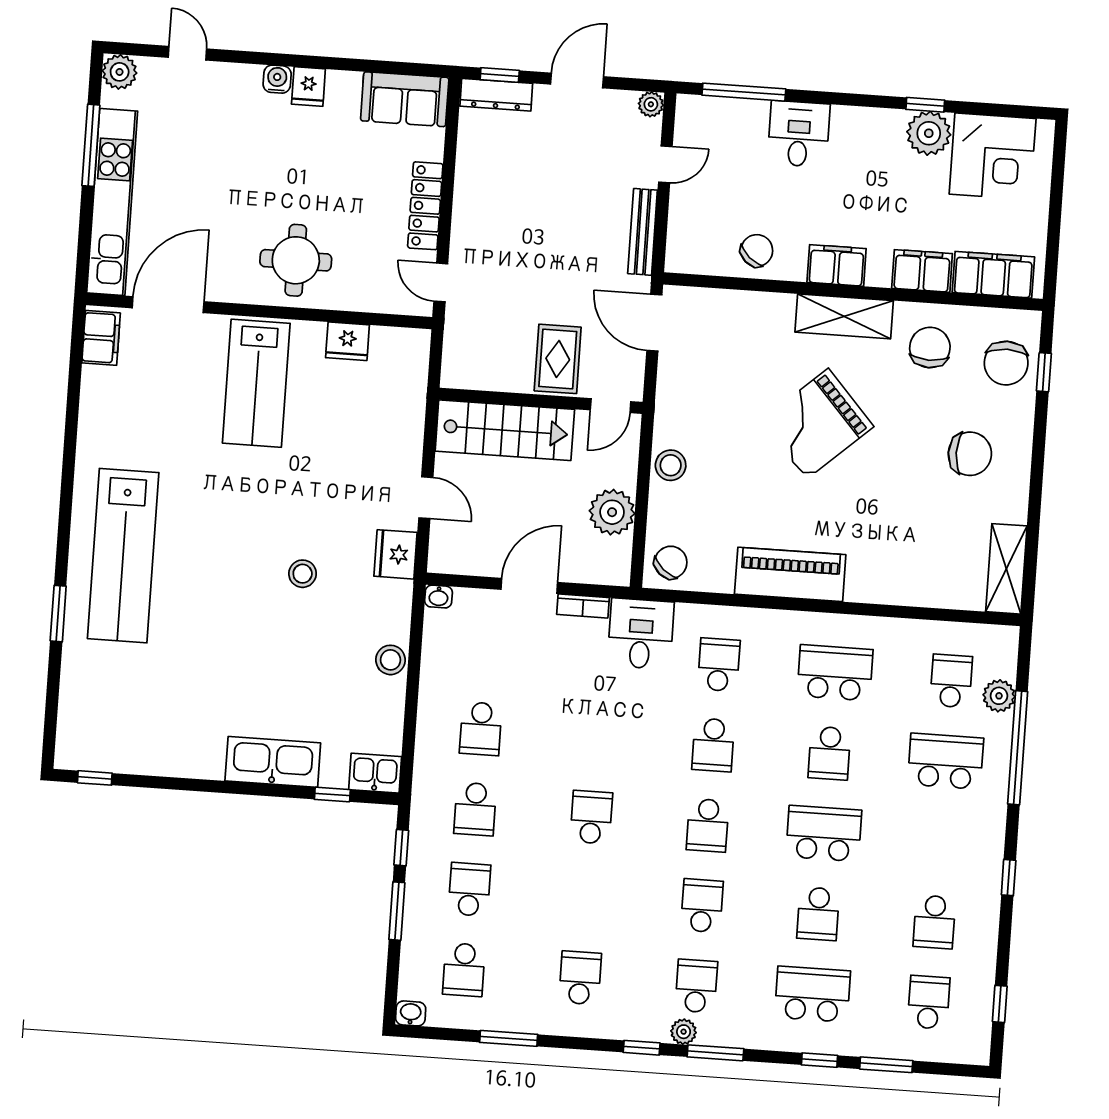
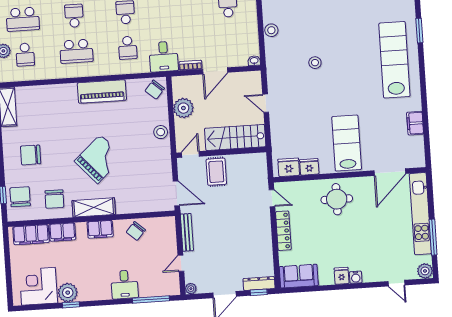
filing cabinet: (101, 338) -> (415, 123), moved
fridge: (396, 554) -> (289, 167), moved, turned -90

